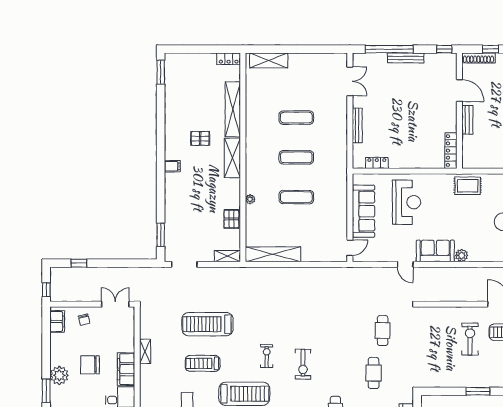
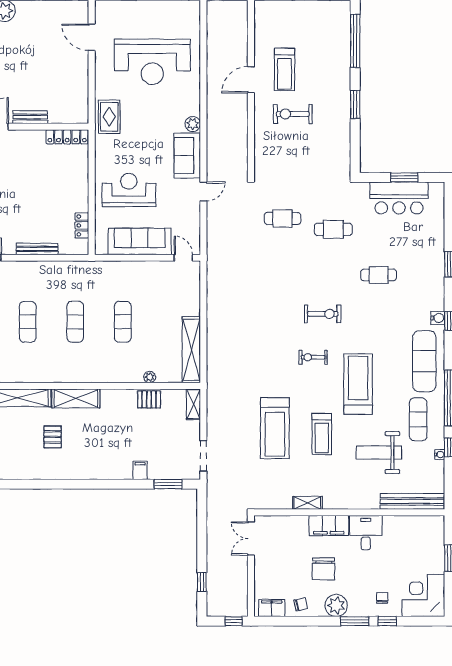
filing cabinet: (172, 166) -> (140, 470), moved
plant: (250, 199) -> (150, 377), moved
chair: (84, 320) -> (301, 604), moved

